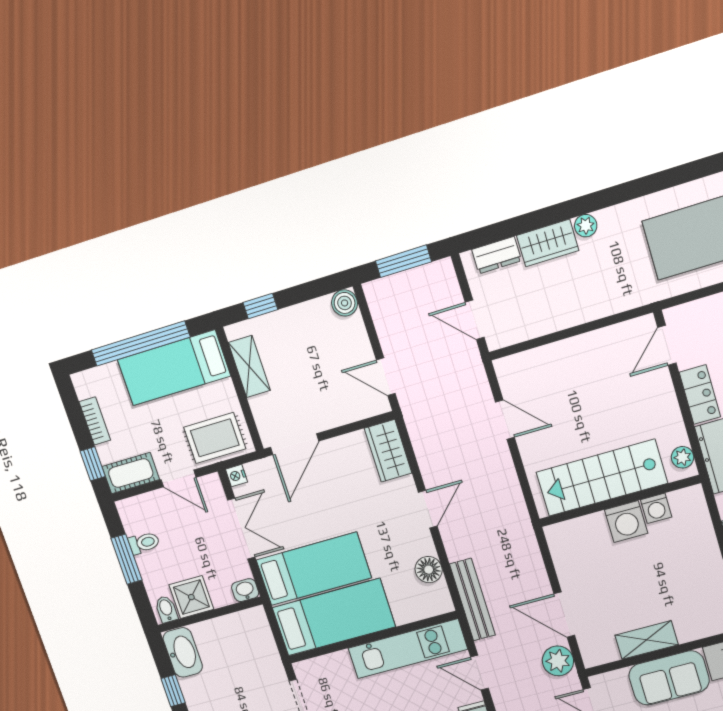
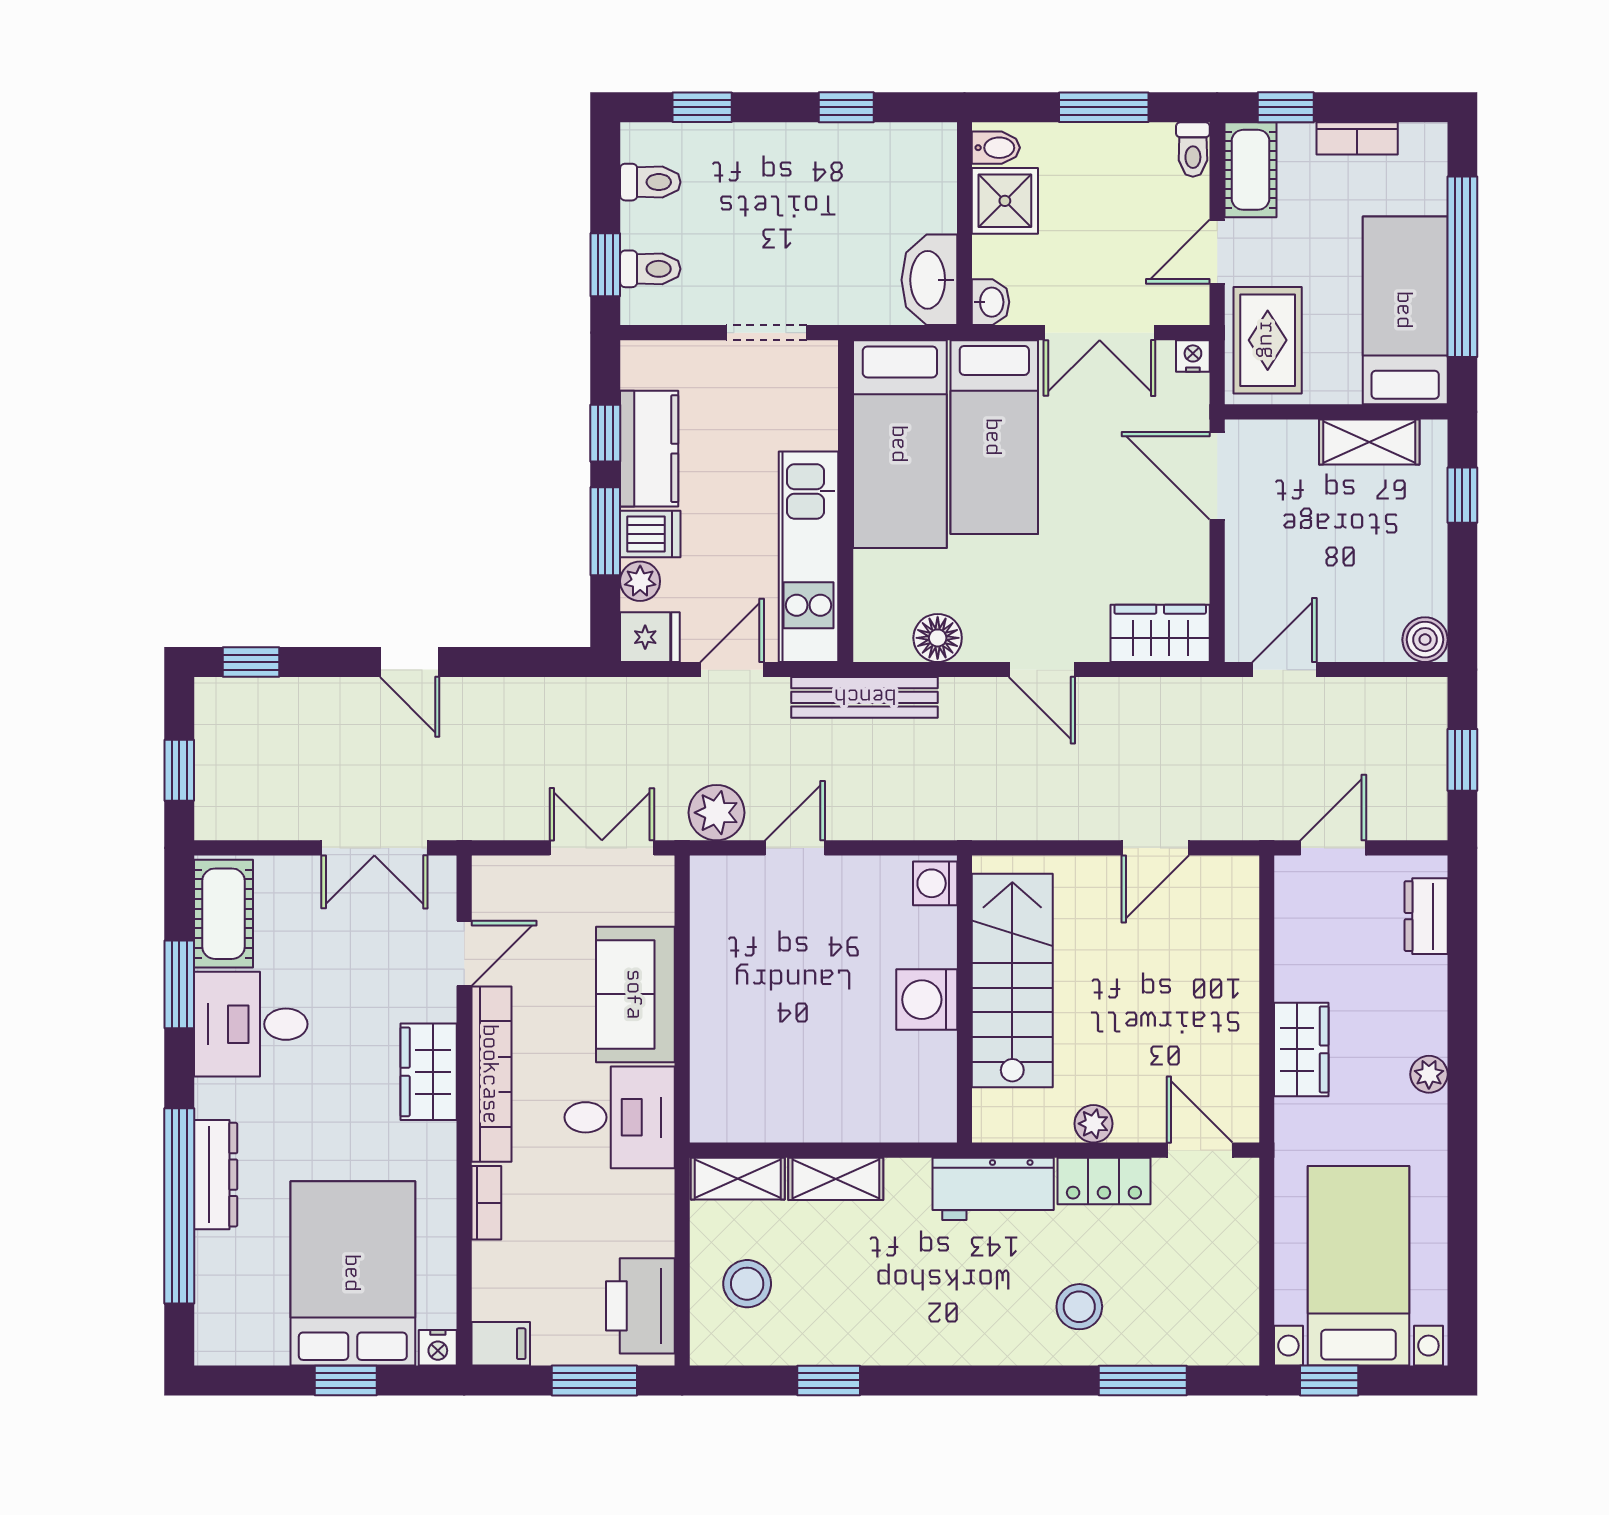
wardrobe: (548, 243) -> (1301, 1049), moved, turned 180
window: (403, 261) -> (1462, 760), width x0.67
plant: (683, 457) -> (1093, 1124), moved
washing machine: (656, 508) -> (935, 883), moved
toilet: (144, 543) -> (1193, 149), moved
door: (564, 615) -> (795, 848), width x0.73
shelving: (647, 640) -> (713, 975), removed
washbasin: (183, 652) -> (929, 280), moved, turned 90

